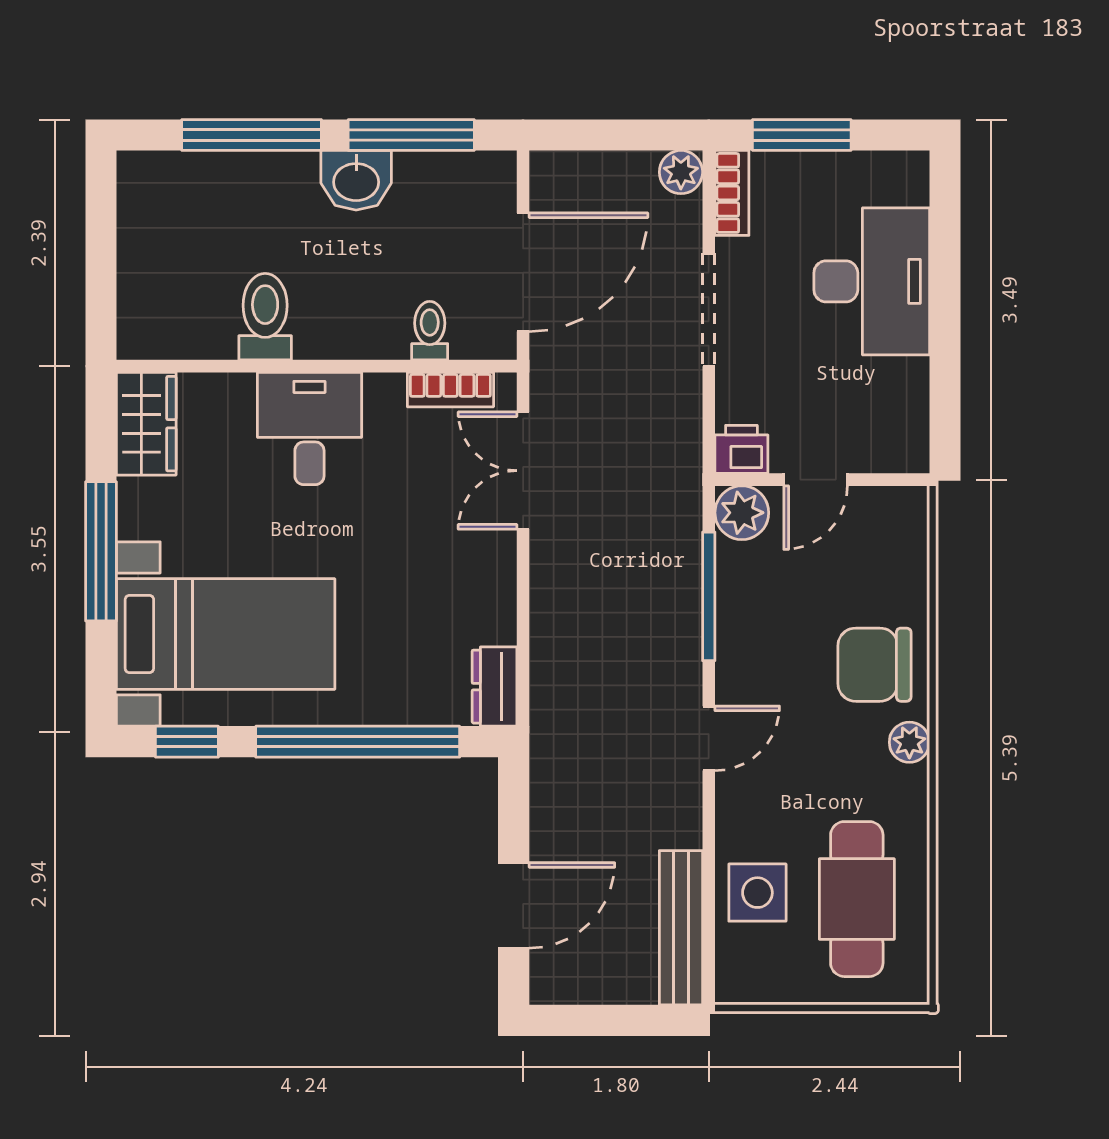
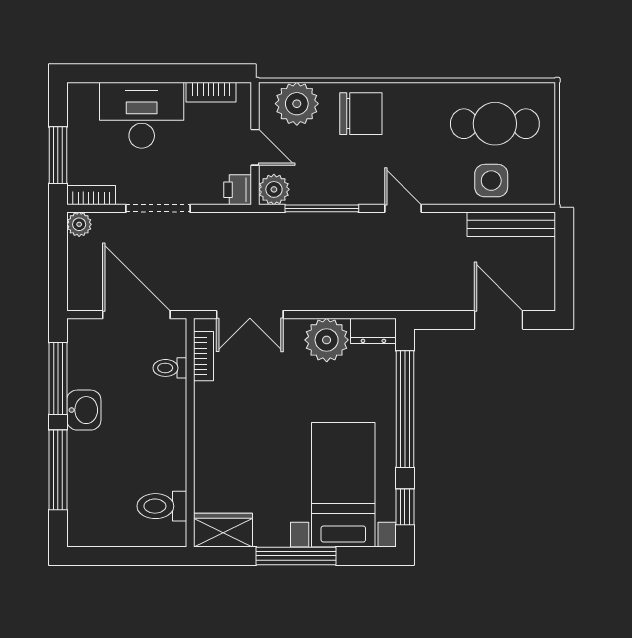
toilet: (265, 317) -> (162, 506), moved
bookcase: (912, 403) -> (211, 92), added
desk: (309, 428) -> (226, 437), removed
plant: (479, 605) -> (327, 340), added
chair: (874, 665) -> (361, 114), turned -90
plant: (909, 742) -> (297, 104), moved, width x1.88, depth x1.88

